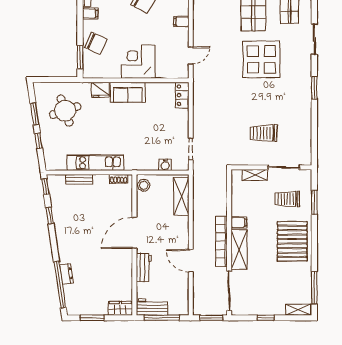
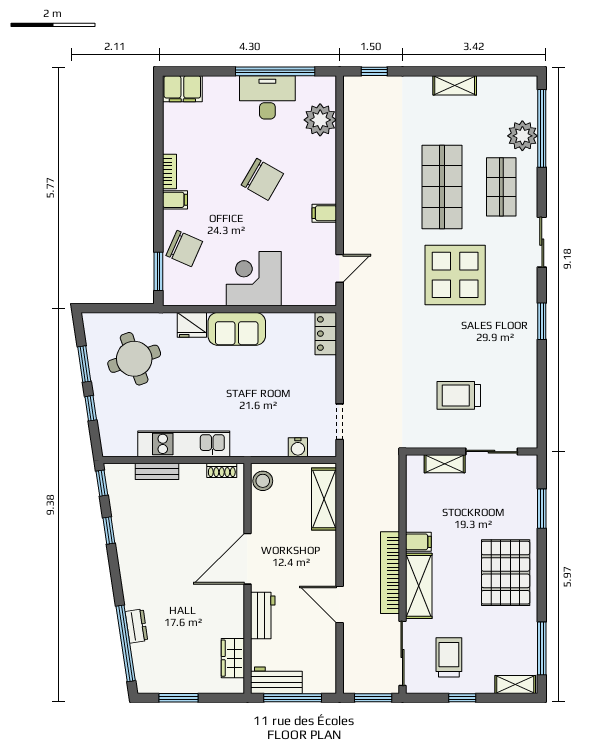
trolley: (287, 199) -> (449, 657), moved, turned 90
wardrobe: (120, 308) -> (233, 658), moved, turned -90

